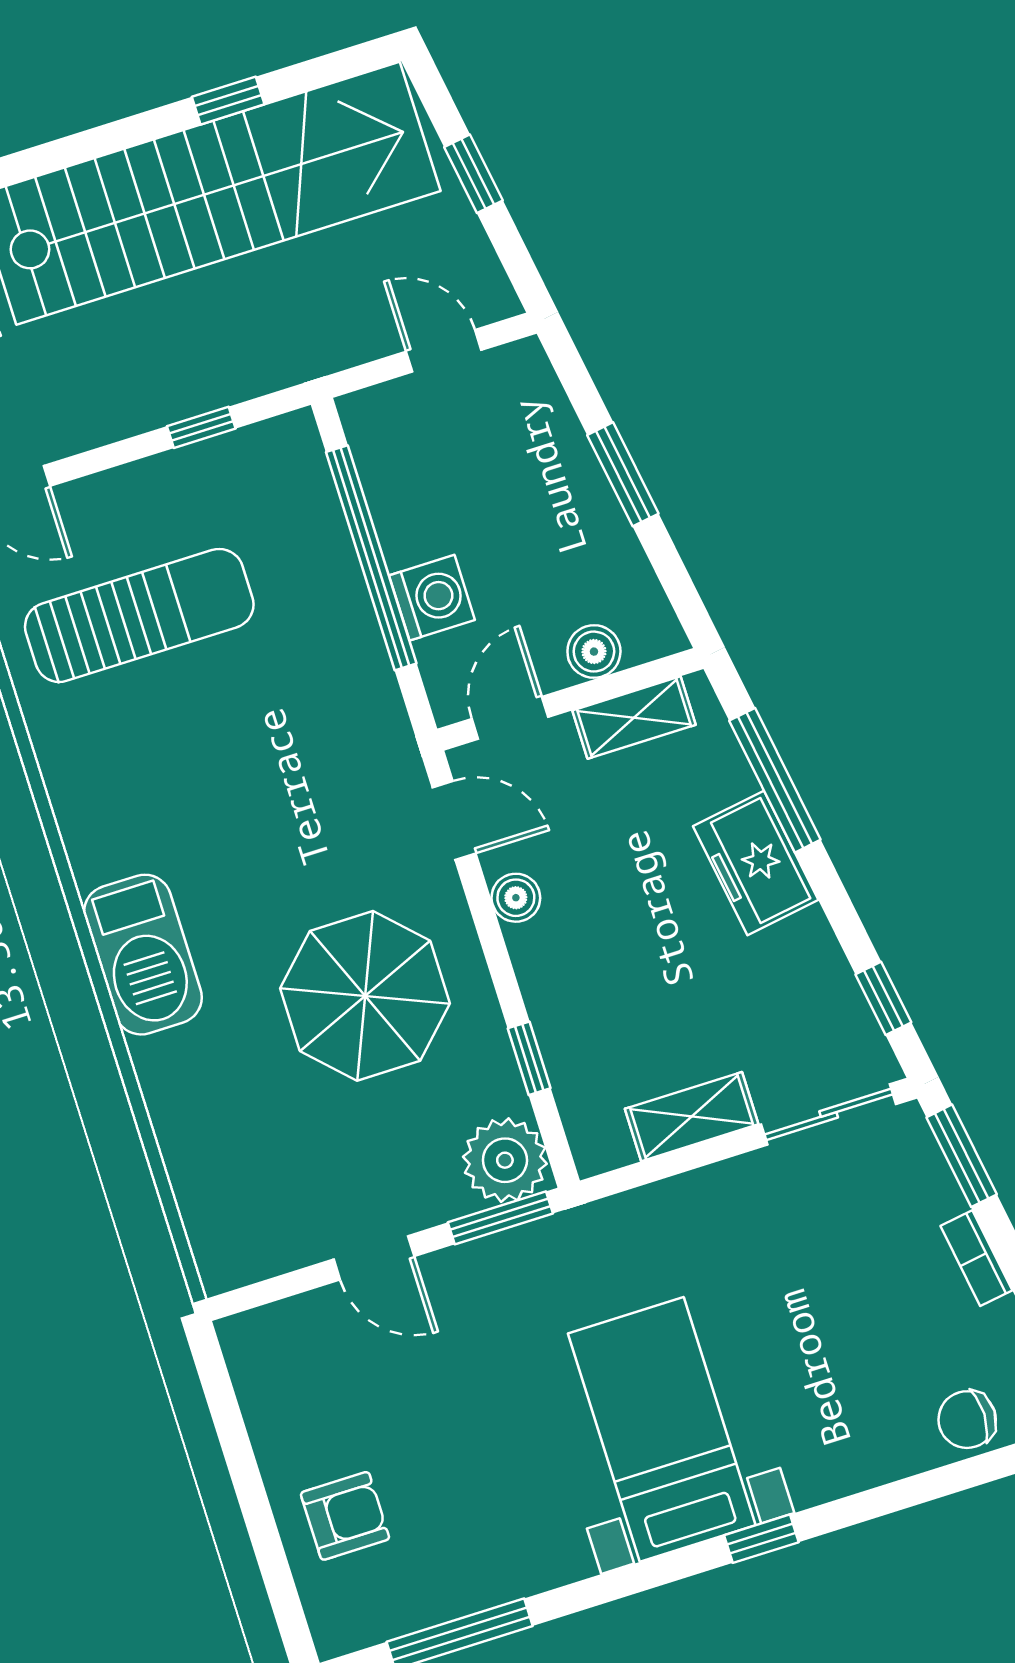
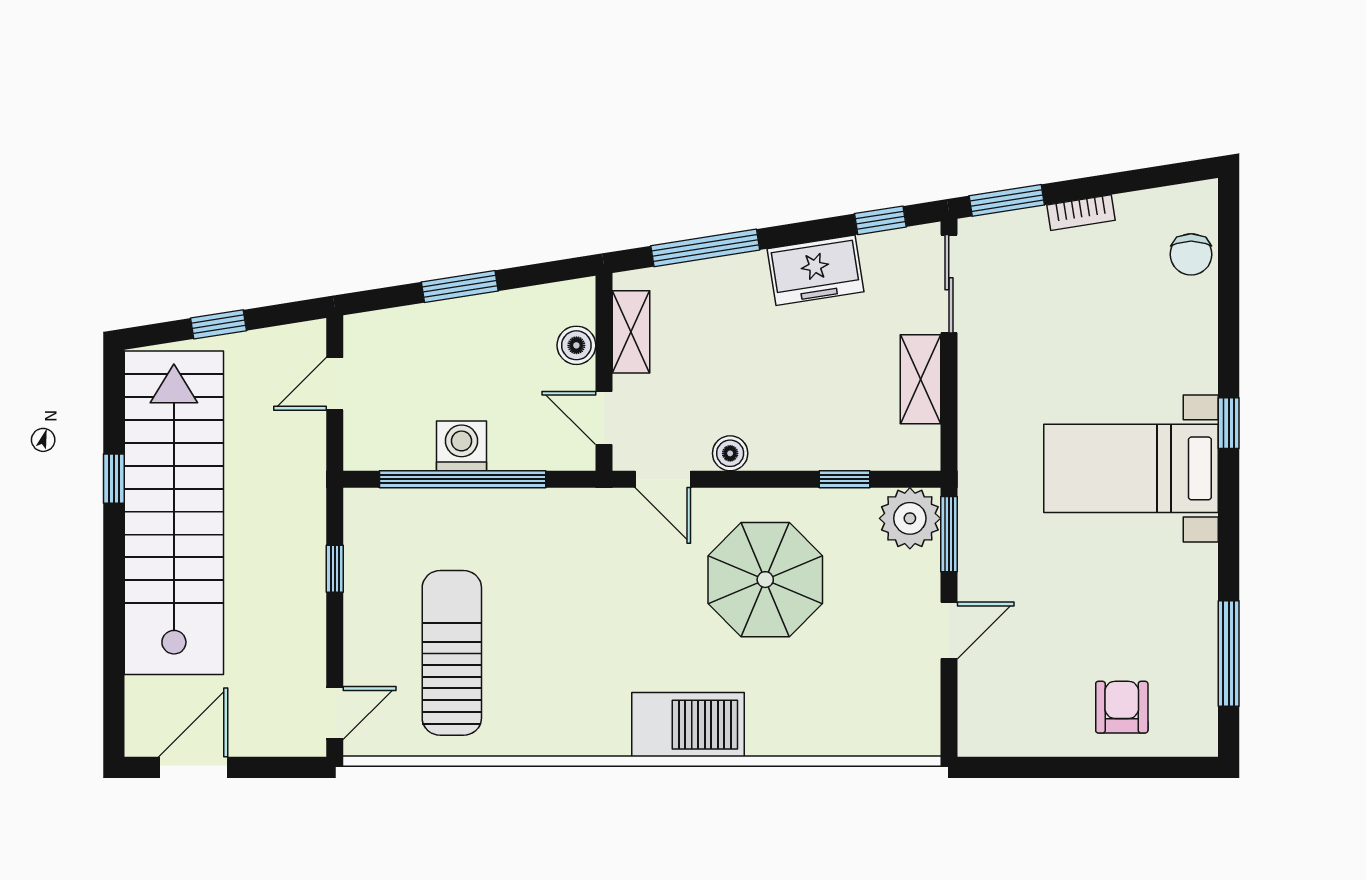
washing machine: (432, 598) -> (462, 446), moved
door: (454, 820) -> (663, 479), swing flipped
freezer: (756, 863) -> (816, 270), moved

